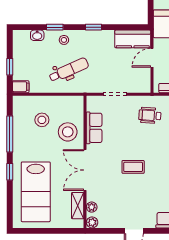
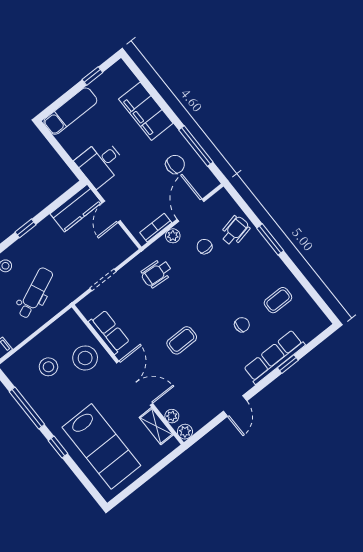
double door: (85, 170) -> (135, 383), swing flipped

